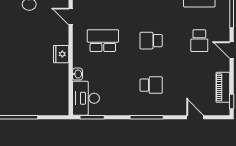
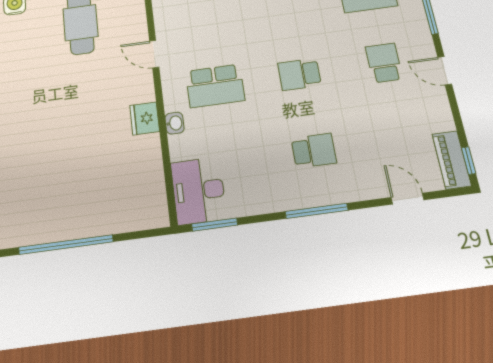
school desk: (103, 41) -> (215, 86), turned 180
school desk: (199, 41) -> (384, 63), turned 180
washbasin: (77, 74) -> (175, 123), moved
piano: (223, 87) -> (452, 160), moved

